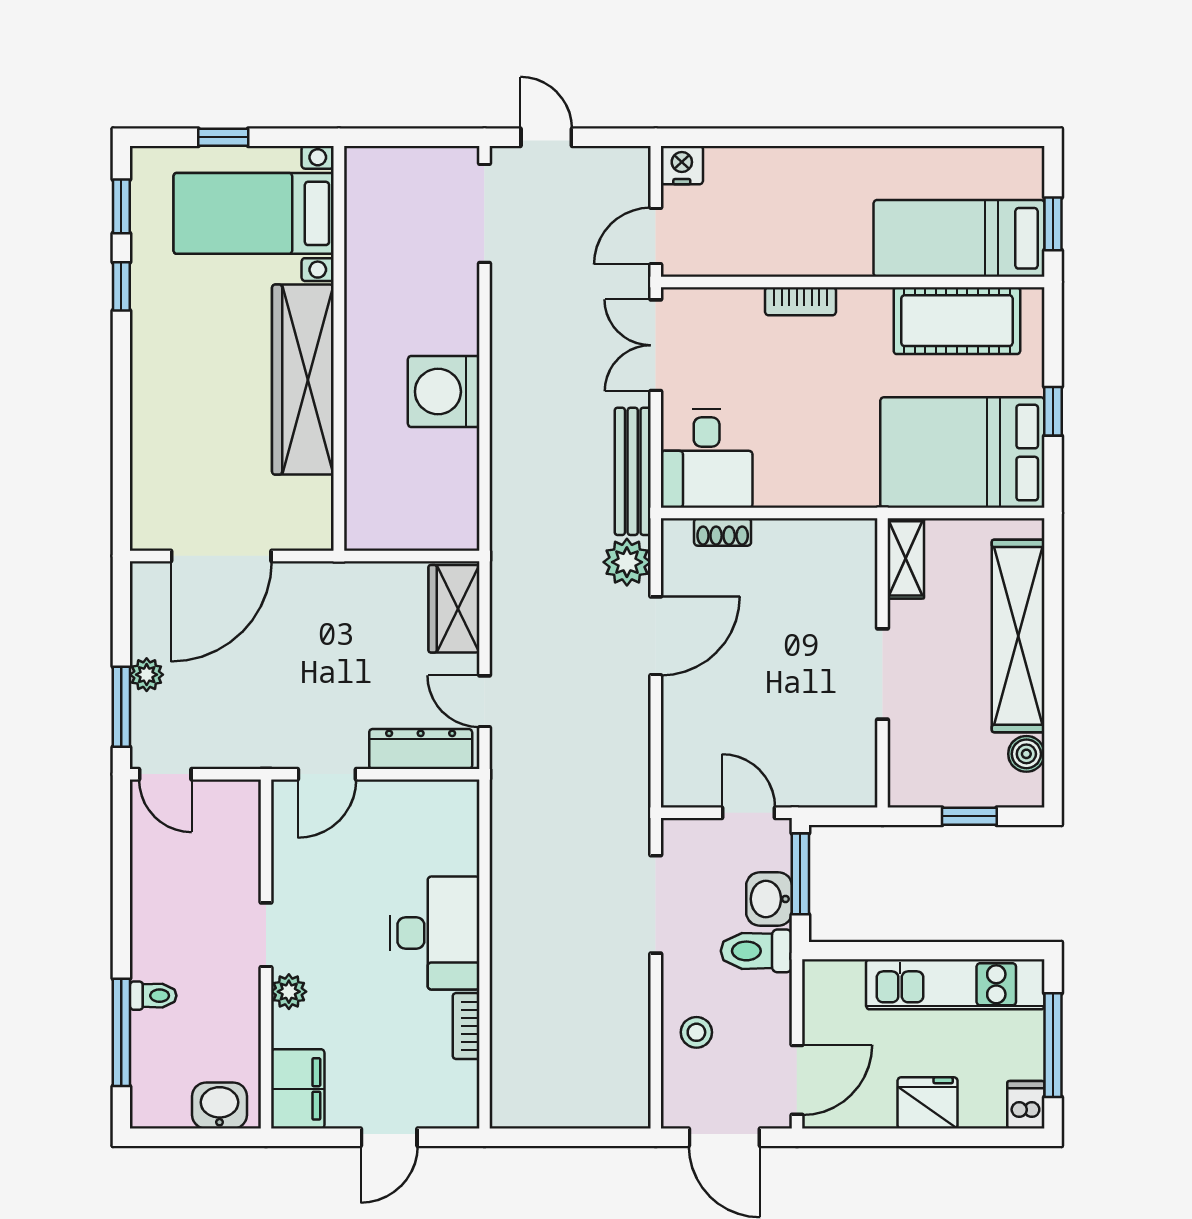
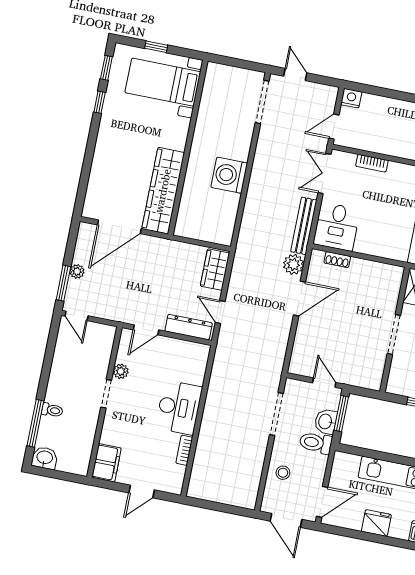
bookcase: (801, 301) -> (372, 163), moved
wardrobe: (303, 380) -> (163, 191), moved
plant: (289, 992) -> (121, 371), moved
washbasin: (220, 1106) -> (45, 458), moved

